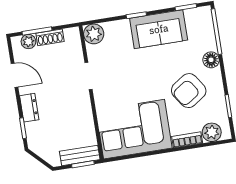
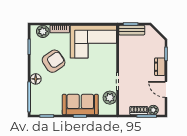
sofa: (159, 29) -> (80, 105), moved
plant: (94, 34) -> (110, 98), moved

